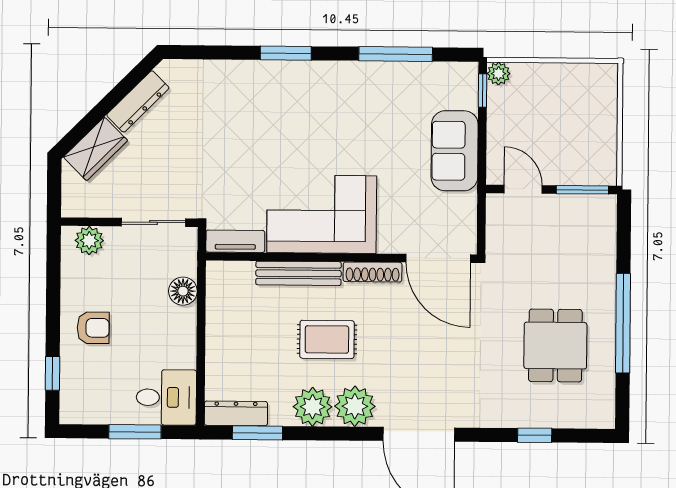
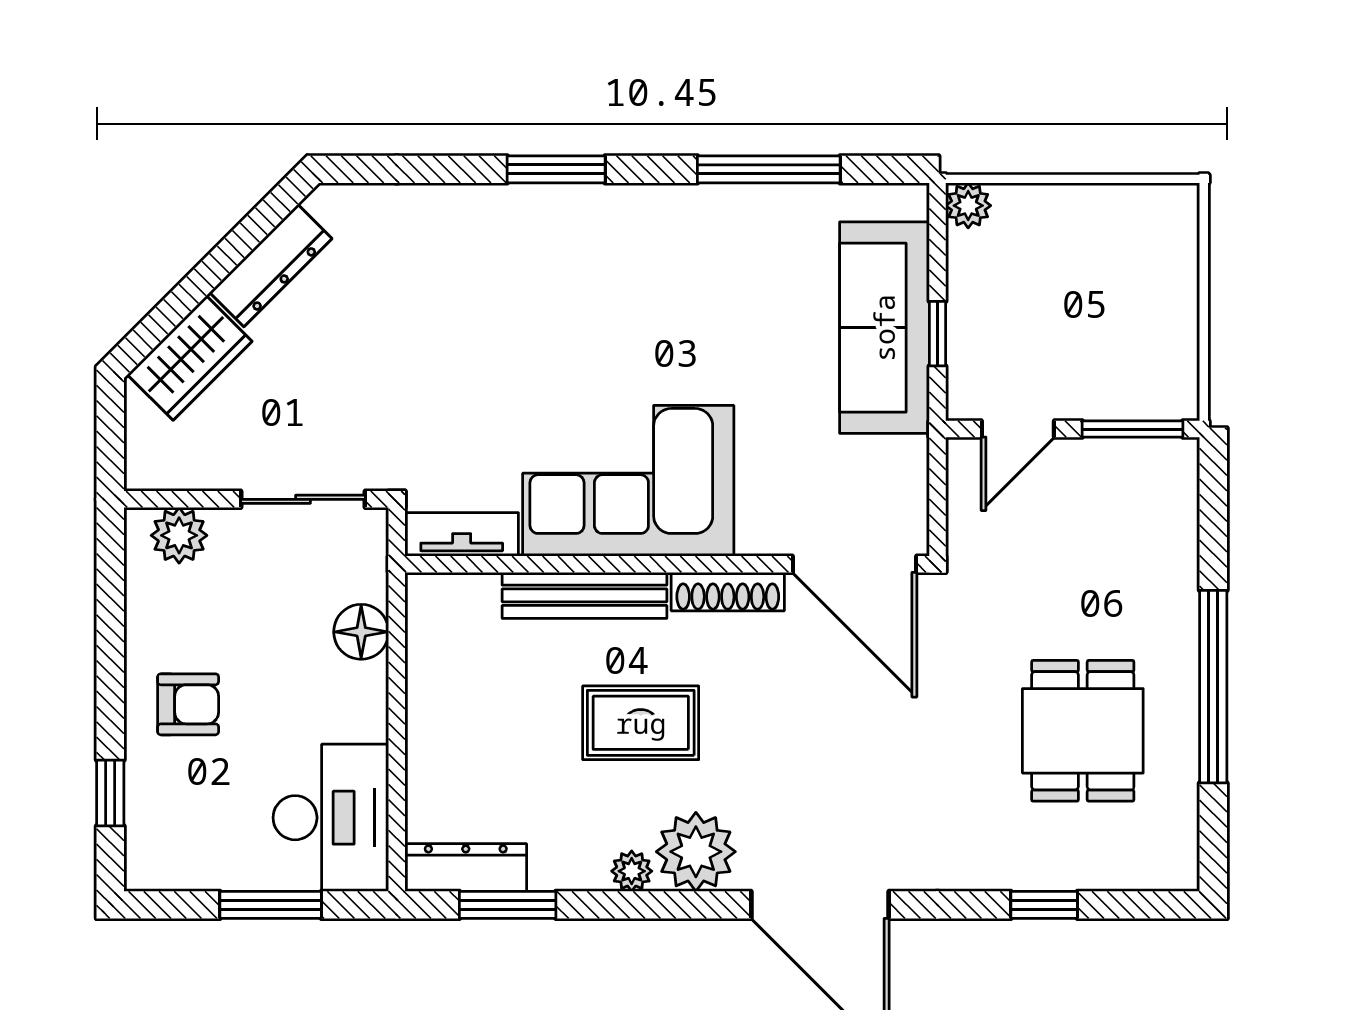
window: (483, 90) -> (938, 334), moved
sofa: (455, 151) -> (884, 328), width x1.36
door: (523, 189) -> (1018, 429), swing flipped
desk: (166, 397) -> (331, 818), width x1.37
plant: (313, 407) -> (632, 871), width x0.53, depth x0.53

